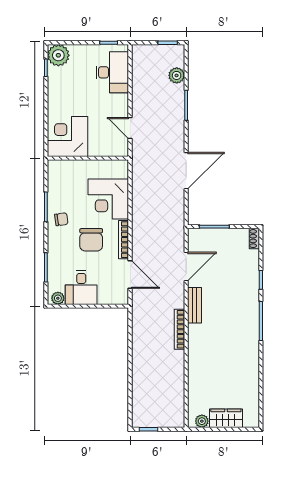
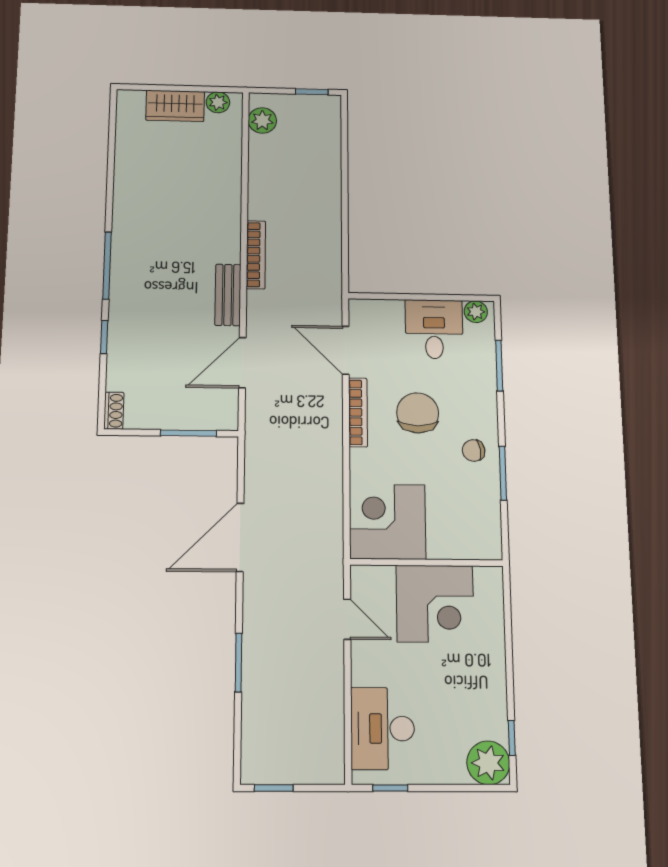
plant: (177, 75) -> (262, 120), moved
corner desk: (68, 136) -> (435, 604), moved
corner desk: (108, 199) -> (387, 522), moved, turned -90

